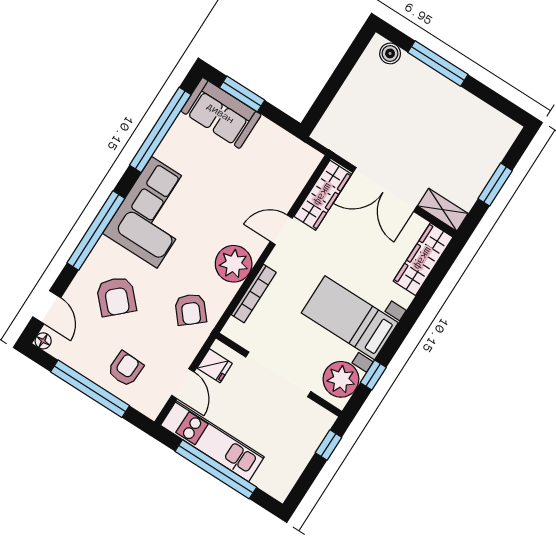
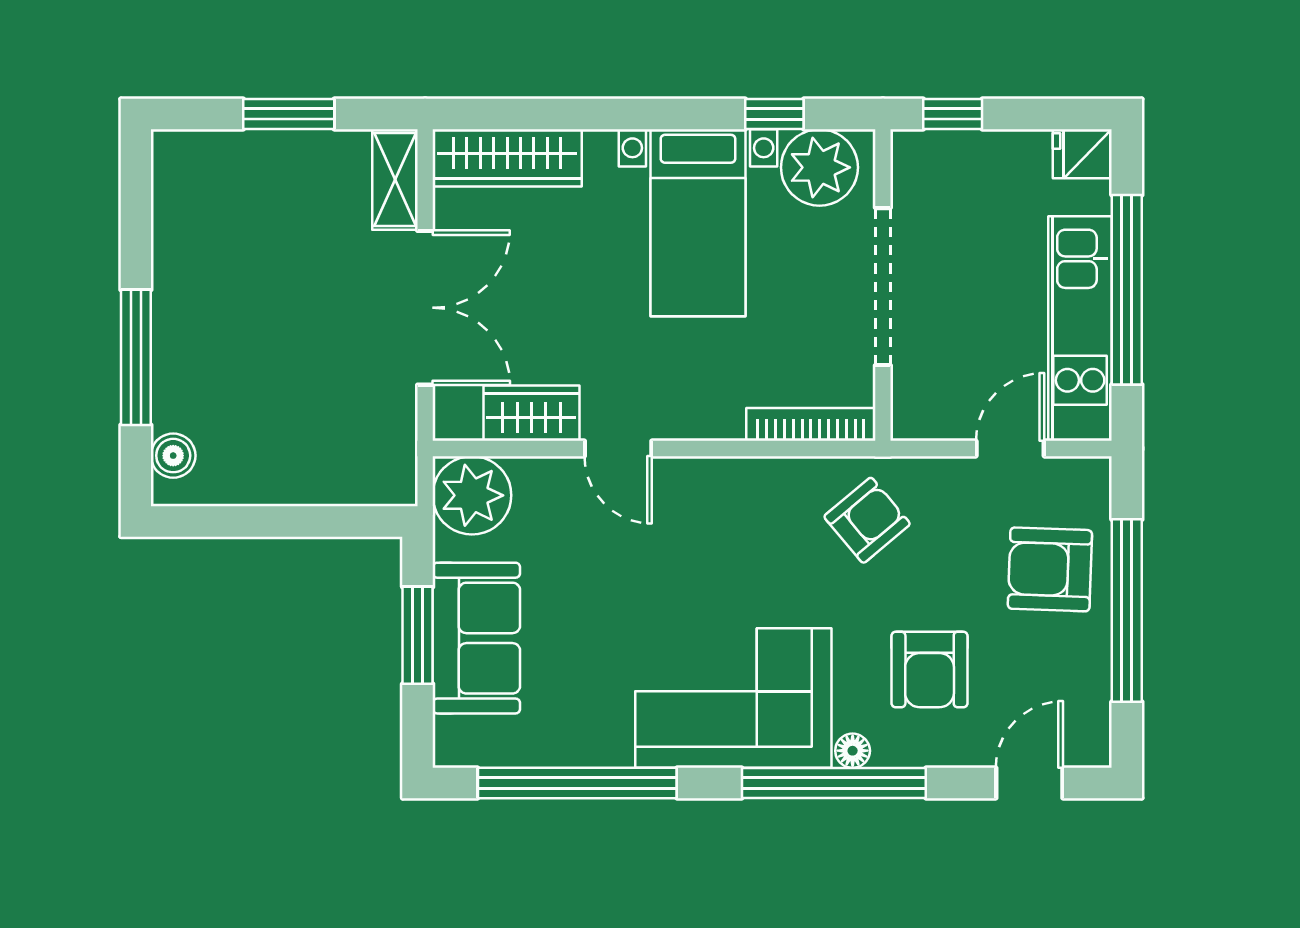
window: (242, 94) -> (418, 635), moved
sofa: (221, 113) -> (476, 638), moved
wardrobe: (323, 195) -> (531, 413), width x0.67
plant: (234, 264) -> (472, 495), moved
bookcase: (254, 294) -> (811, 424), moved
armchair: (116, 297) -> (930, 670), turned 133
floor lamp: (43, 341) -> (853, 751), moved
fridge: (215, 366) -> (1082, 154), moved, turned -90
armchair: (125, 369) -> (1050, 569), width x1.38, depth x1.38

